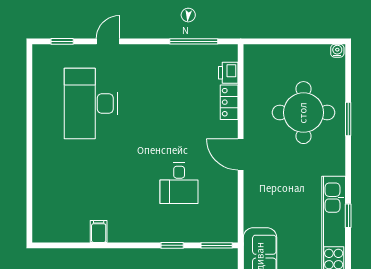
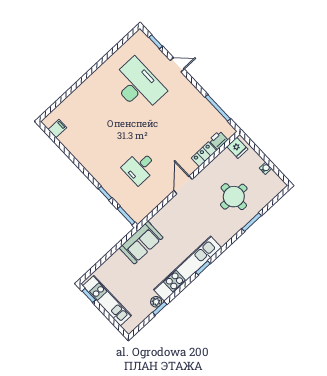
water cooler: (337, 51) -> (266, 168), moved
fridge: (255, 60) -> (237, 148), added
desk: (91, 104) -> (138, 86), turned 90
round table: (303, 113) -> (234, 197), width x0.73, depth x0.73
filing cabinet: (99, 232) -> (57, 129), moved

